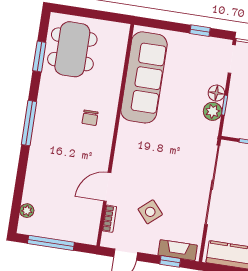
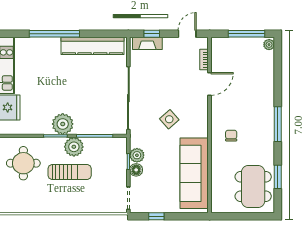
plant: (27, 211) -> (269, 45), moved
side table: (150, 212) -> (169, 119), moved

